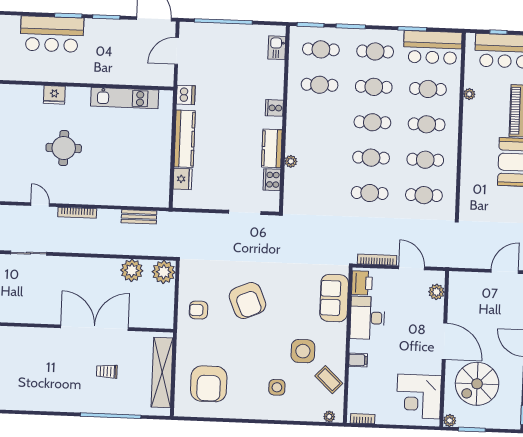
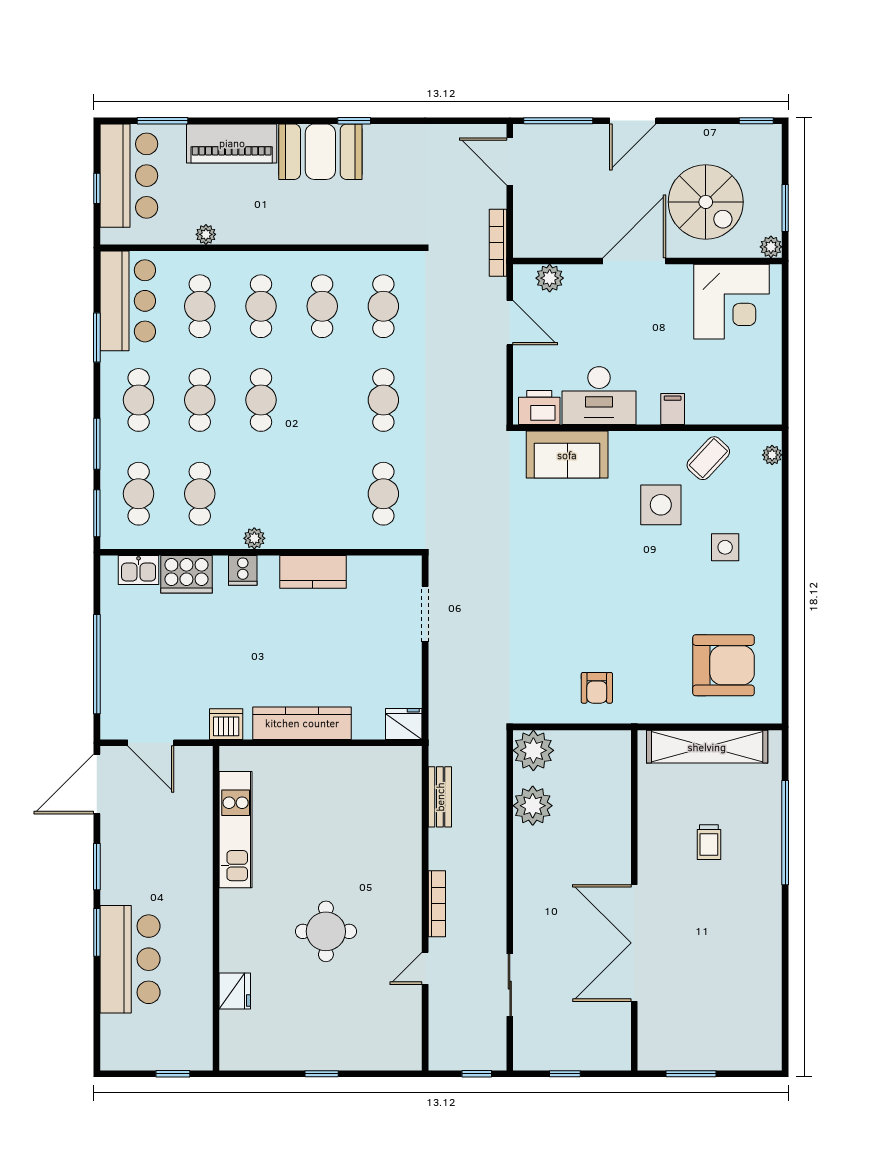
fridge: (54, 95) -> (235, 991), moved
cafe table: (371, 158) -> (383, 494), moved
plant: (291, 161) -> (254, 538), moved
fridge: (183, 179) -> (404, 724), moved
cooker: (272, 180) -> (186, 574), moved, width x1.37, depth x1.31
bookcase: (377, 260) -> (498, 243), moved
door: (412, 268) -> (510, 323), swing flipped
armchair: (247, 301) -> (577, 604), removed
double door: (95, 328) -> (634, 943), moved
bookcase: (363, 419) -> (774, 397), removed

